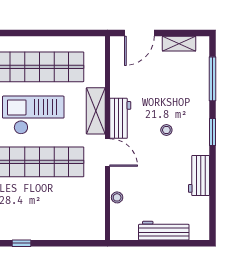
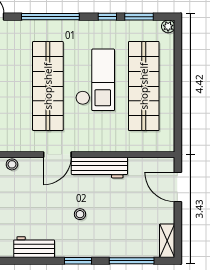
shelving: (179, 44) -> (167, 241), moved
shelving: (96, 111) -> (99, 143), removed
workbench: (120, 118) -> (99, 168), width x1.38

